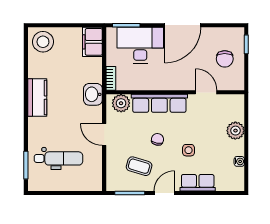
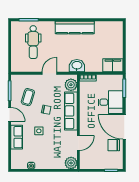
stool: (43, 42) -> (113, 31), removed
desk: (140, 45) -> (111, 102), width x0.73
chair: (225, 59) -> (114, 145), moved
kitchen counter: (37, 98) -> (75, 28), width x1.50
plant: (235, 131) -> (71, 163), moved

